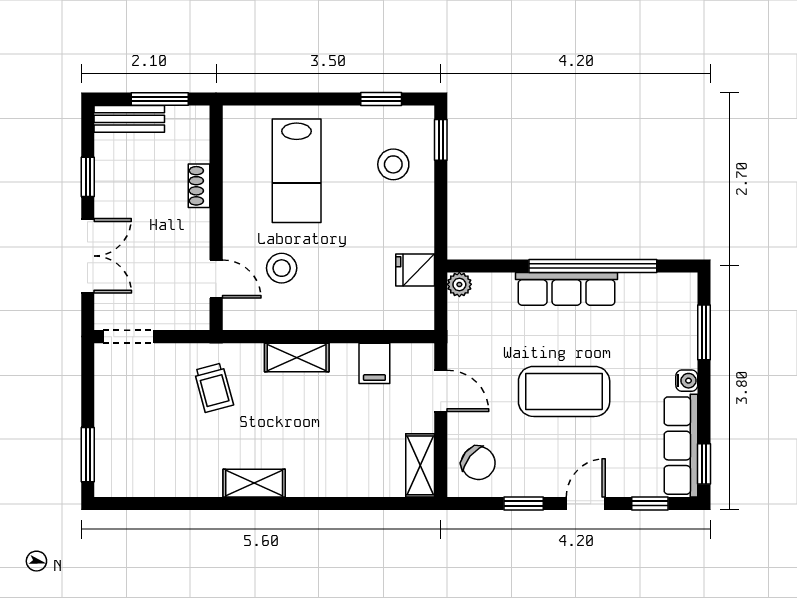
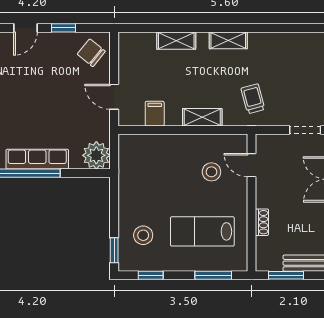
window: (279, 99) -> (213, 275), added
lab bench: (297, 171) -> (202, 231), turned -90
fridge: (415, 270) -> (130, 171), removed
plant: (459, 284) -> (96, 155), width x1.88, depth x1.88
coffee table: (564, 391) -> (39, 96), removed
shelving: (420, 465) -> (176, 41), moved, turned 90

